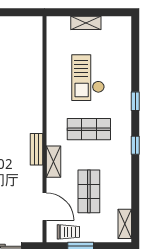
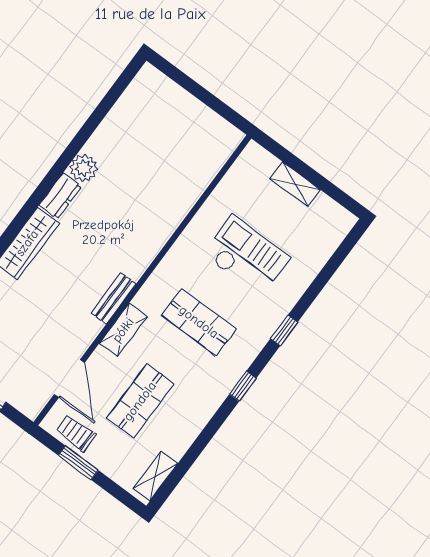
checkout: (88, 78) -> (246, 256), turned 90
trolley: (68, 232) -> (76, 433), turned 180

